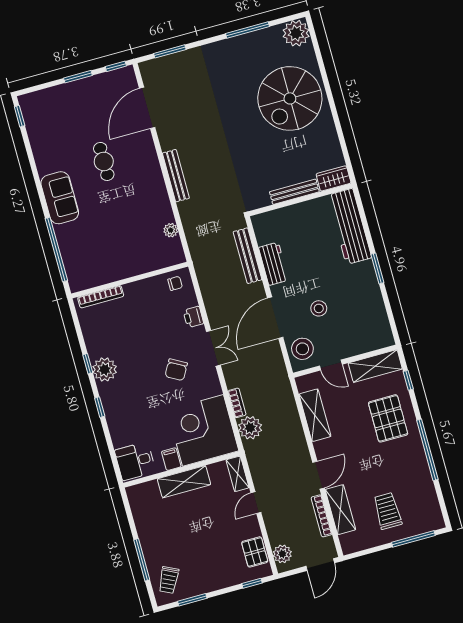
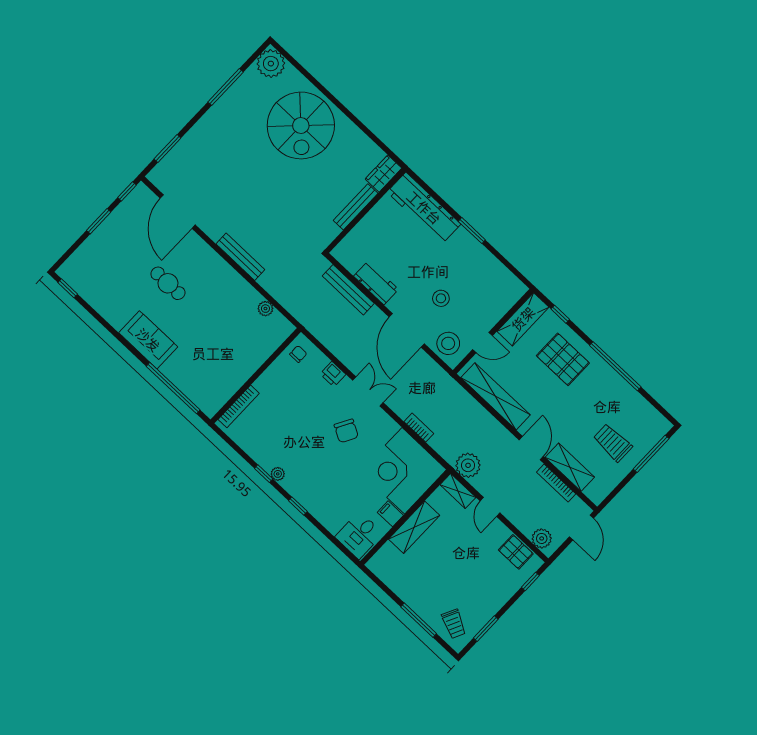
plant: (105, 369) -> (278, 474), width x0.53, depth x0.53
shelving: (315, 415) -> (496, 396), width x1.47
plant: (250, 428) -> (468, 465), moved

